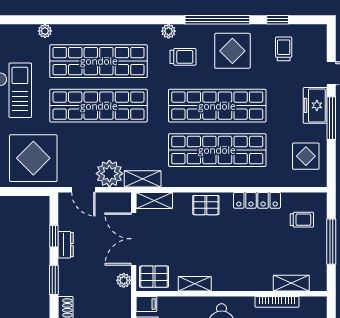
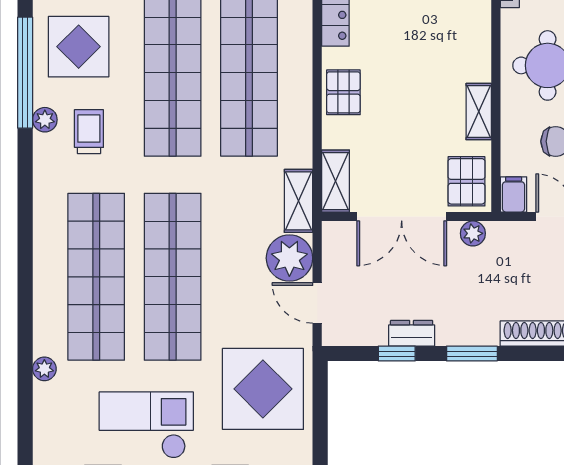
plant: (168, 31) -> (45, 120), moved
door: (83, 190) -> (317, 303), swing flipped

